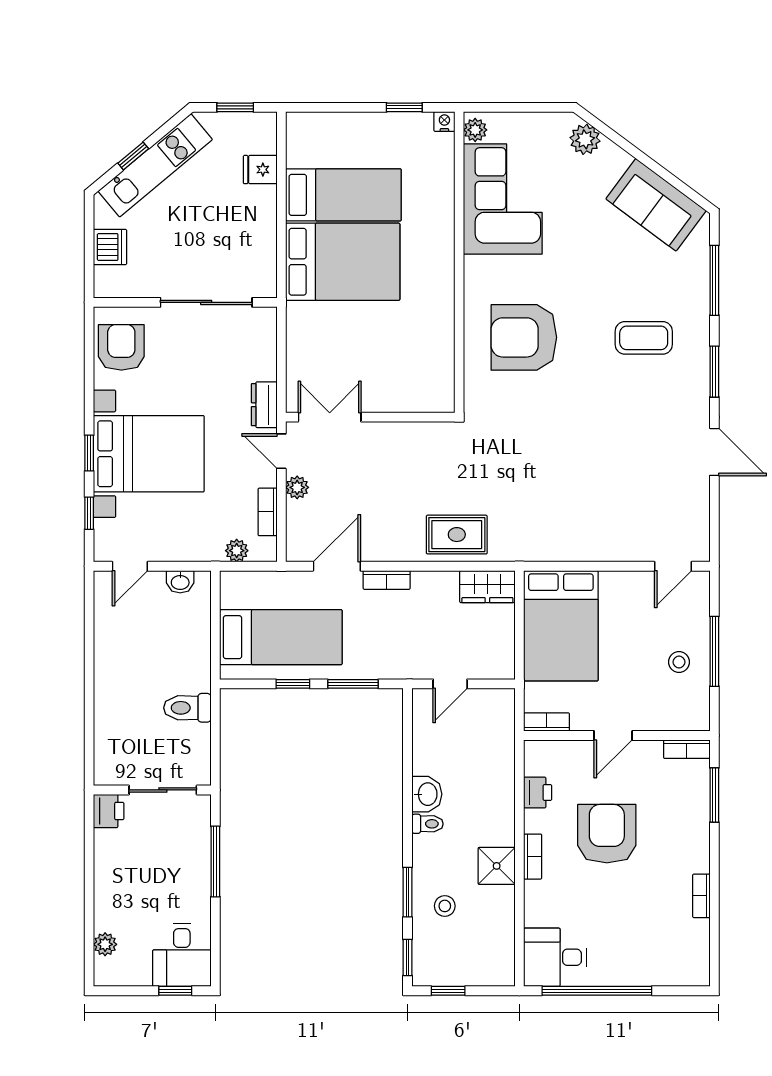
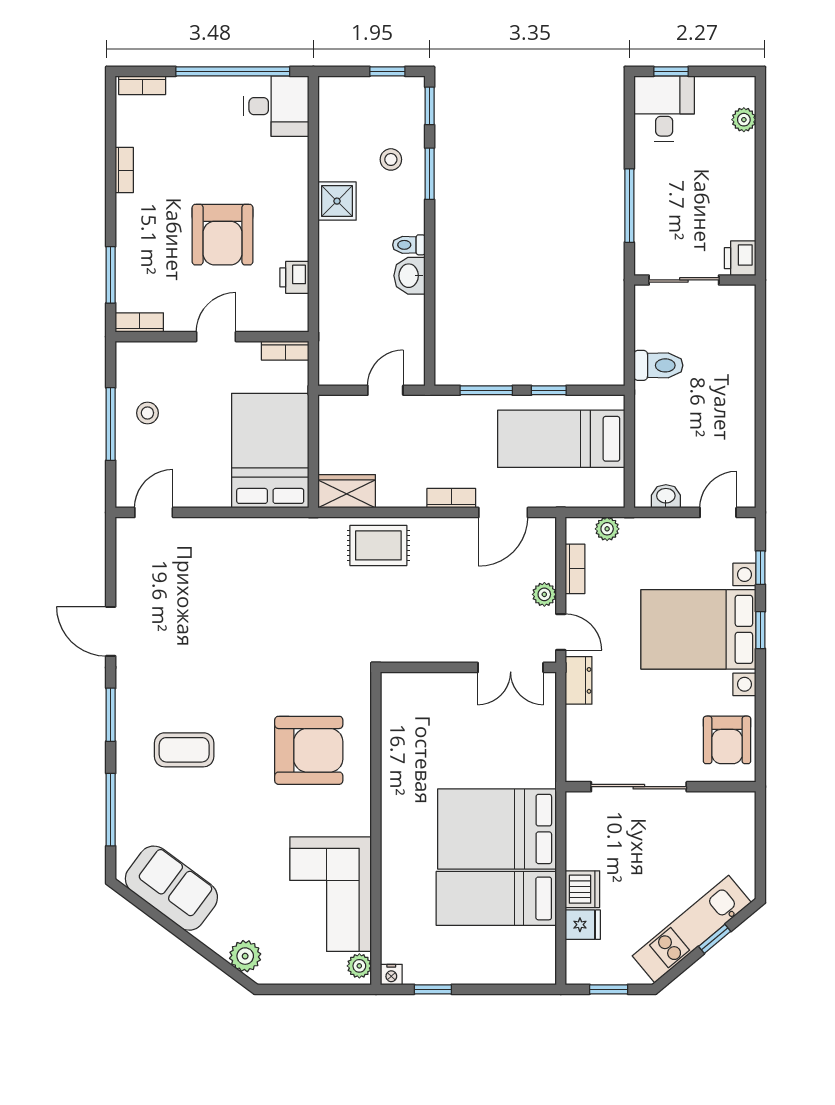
dishwasher: (110, 247) -> (582, 889), moved, turned 180
bookcase: (533, 857) -> (142, 85), moved, turned -90

